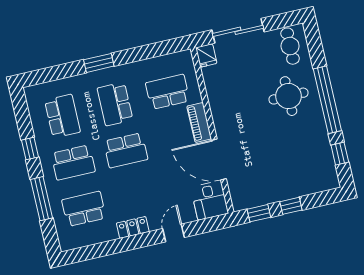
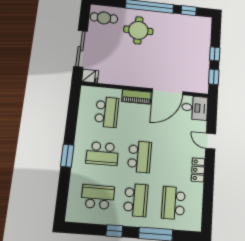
school desk: (168, 92) -> (107, 112), turned 180

